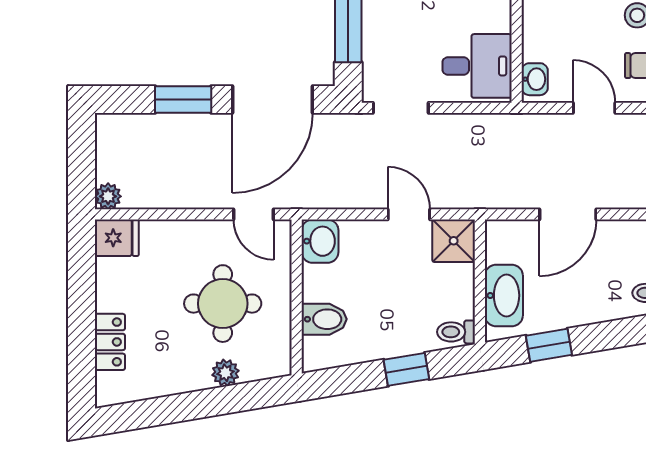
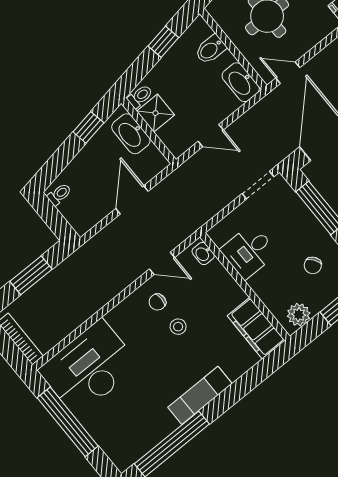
desk: (477, 66) -> (249, 251), moved
washbasin: (320, 241) -> (241, 82), width x1.38
shower: (454, 241) -> (155, 113), moved
window: (406, 369) -> (163, 42), moved

